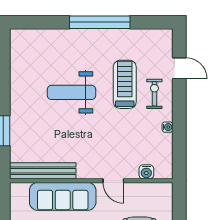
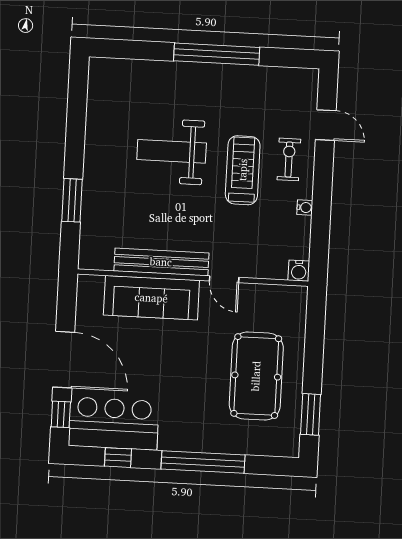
treadmill: (125, 84) -> (243, 170), moved
bench: (43, 171) -> (161, 262), moved
water cooler: (146, 172) -> (299, 271), moved

